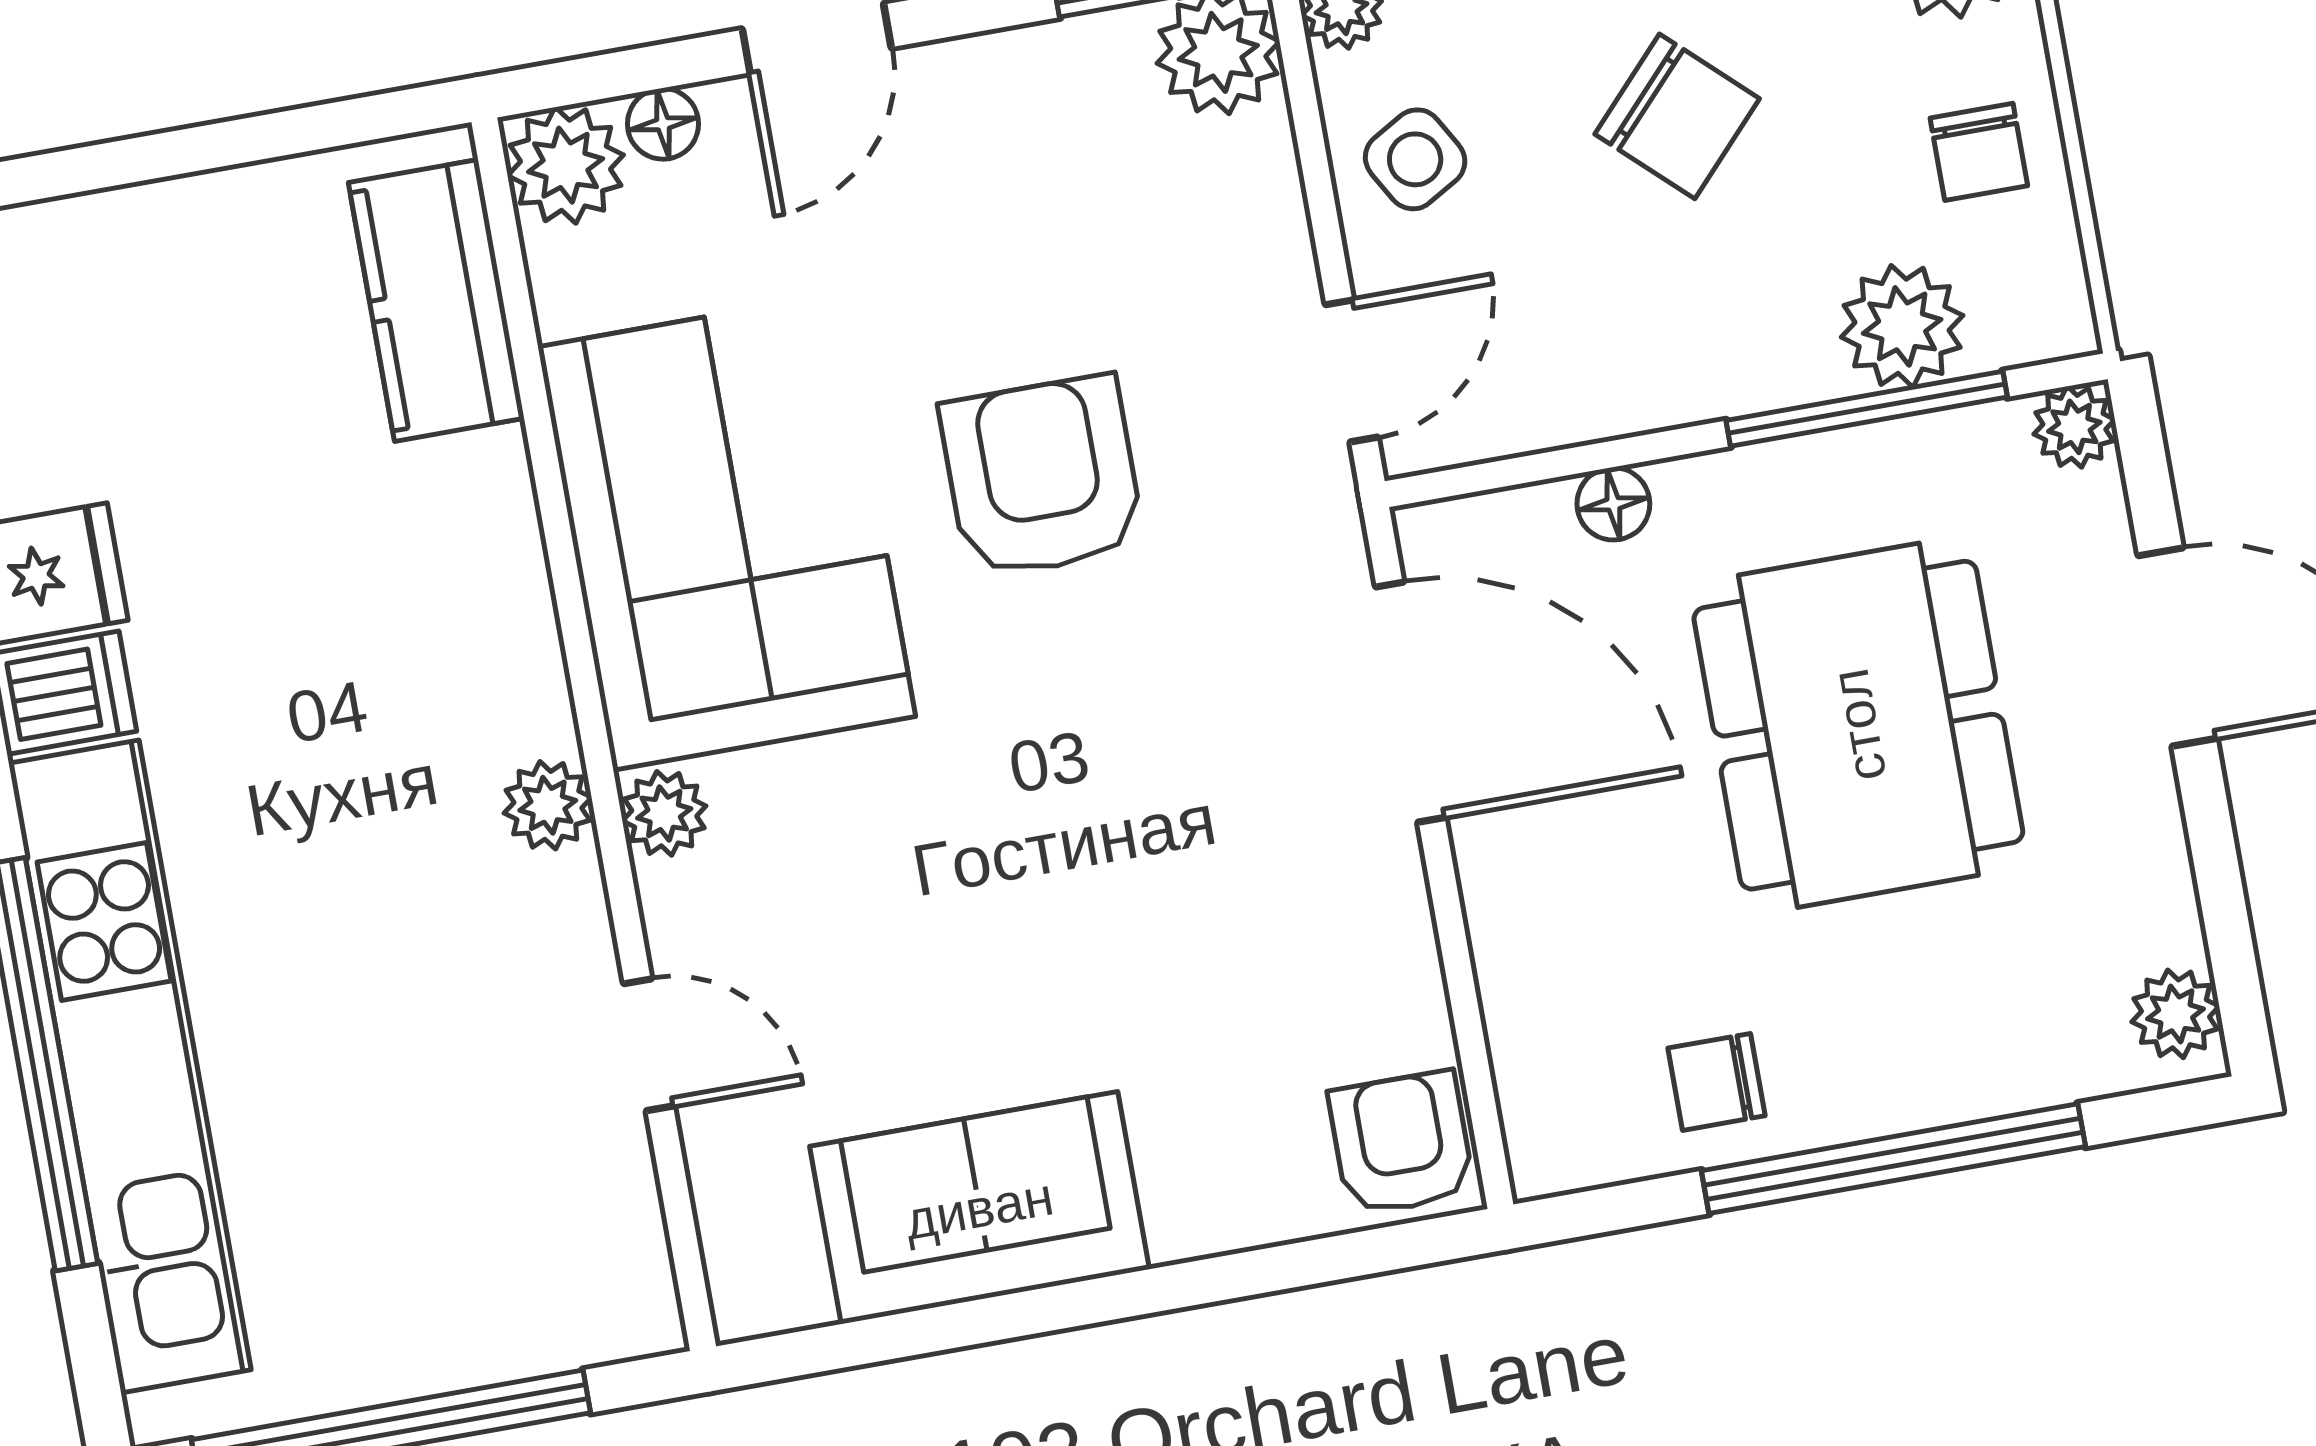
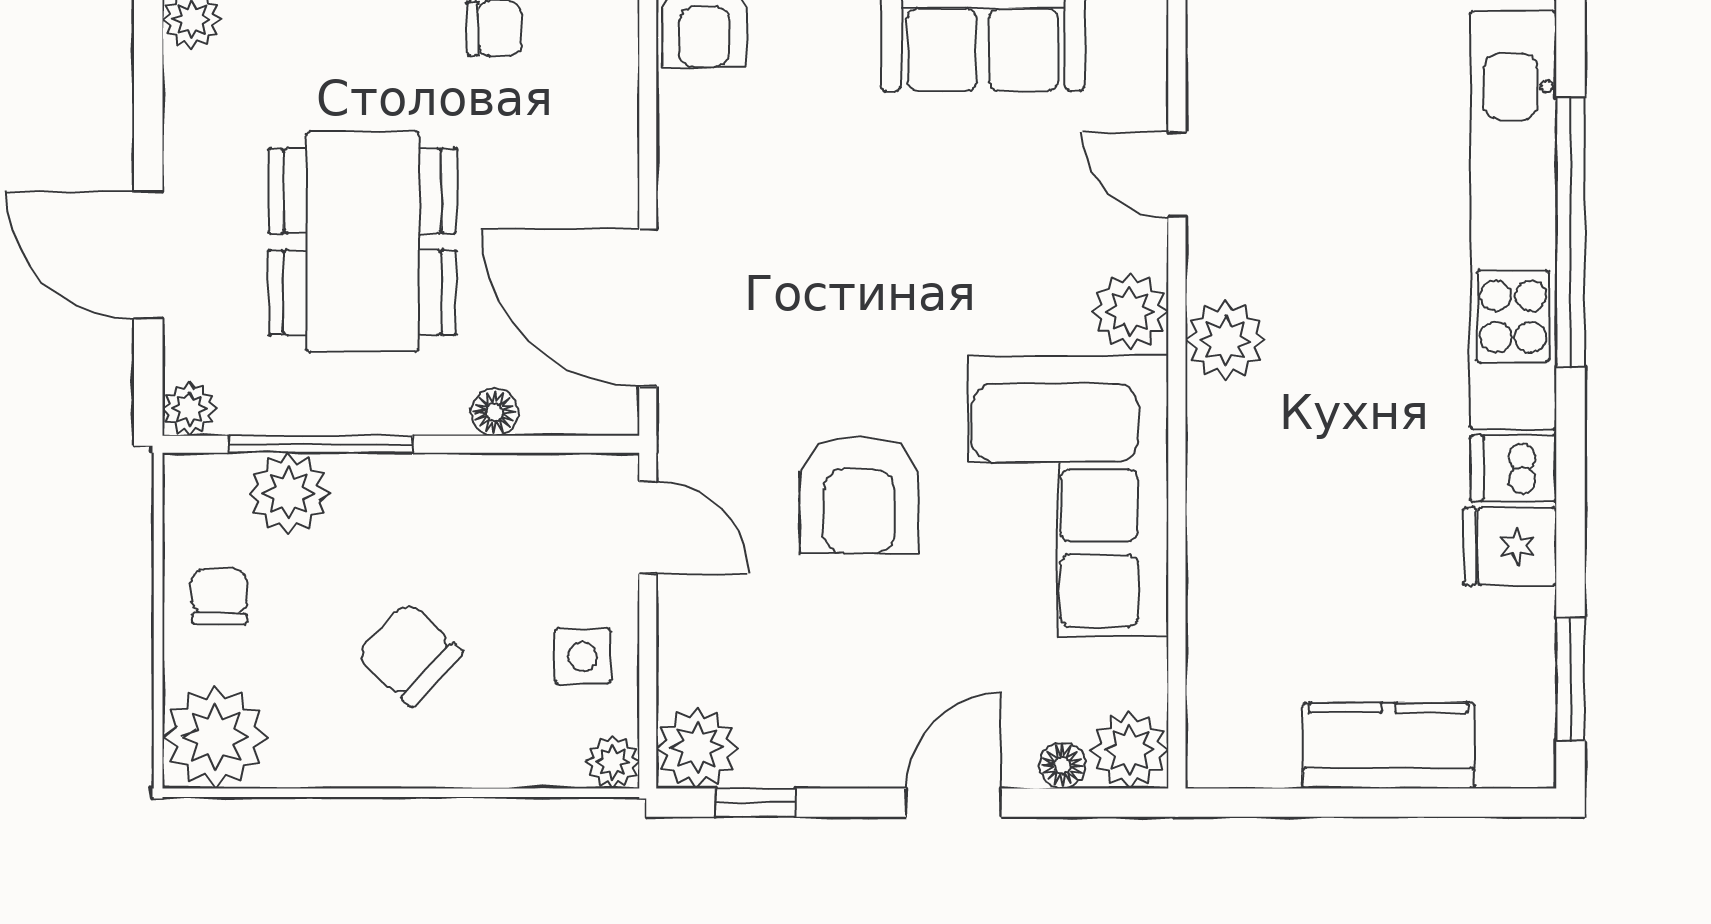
side table: (1415, 159) -> (583, 656), turned 30
kitchen counter: (436, 300) -> (1389, 746), moved, turned -90
door: (1352, 371) -> (648, 528), swing flipped
plant: (548, 805) -> (1225, 340), width x1.38, depth x1.38
plant: (664, 813) -> (1130, 311), width x1.38, depth x1.38

